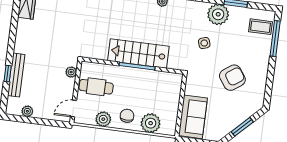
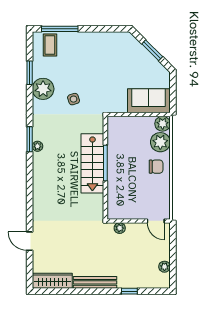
bench: (16, 75) -> (95, 282), moved
armchair: (232, 78) -> (104, 66), removed
cafe table: (96, 87) -> (131, 201), removed
chair: (127, 116) -> (156, 167), turned 180
plant: (103, 119) -> (163, 124), moved

